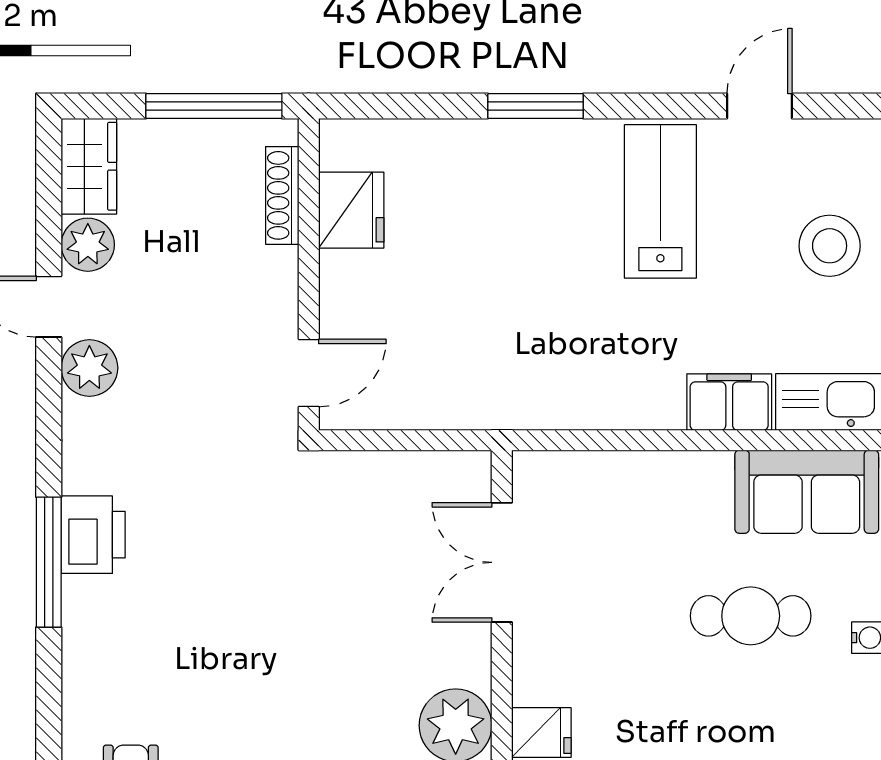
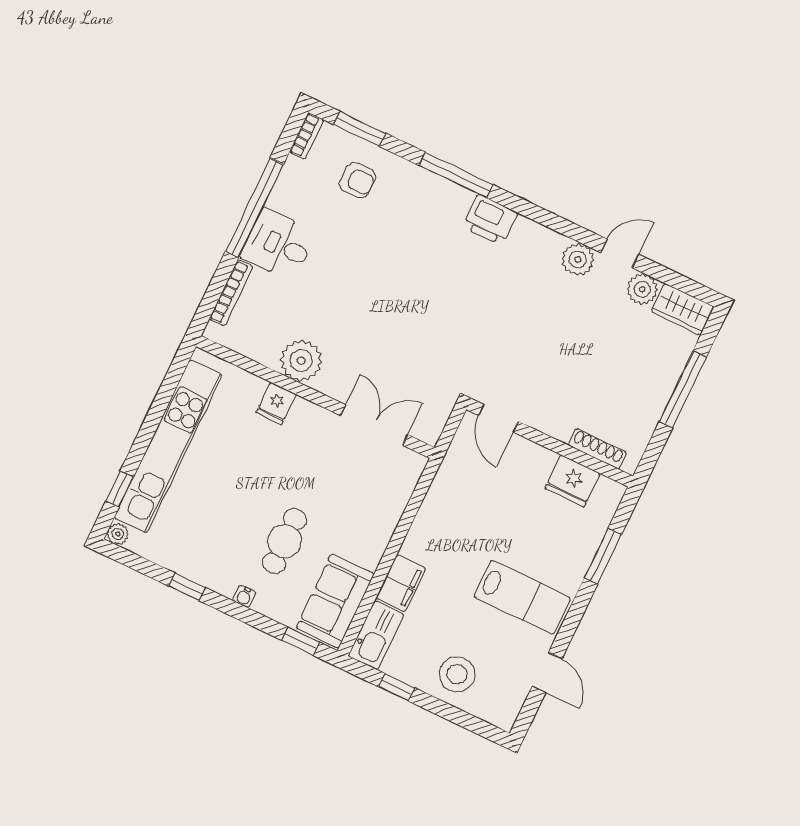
shoe rack: (282, 195) -> (597, 449), moved
fridge: (351, 210) -> (572, 481), moved
wall: (309, 274) -> (550, 443), moved
door: (309, 373) -> (498, 418), moved
window: (49, 562) -> (456, 175), moved

